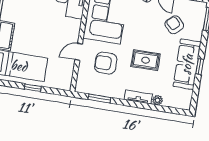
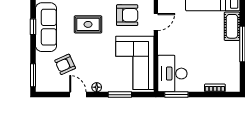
armchair: (174, 25) -> (65, 64), turned 109

